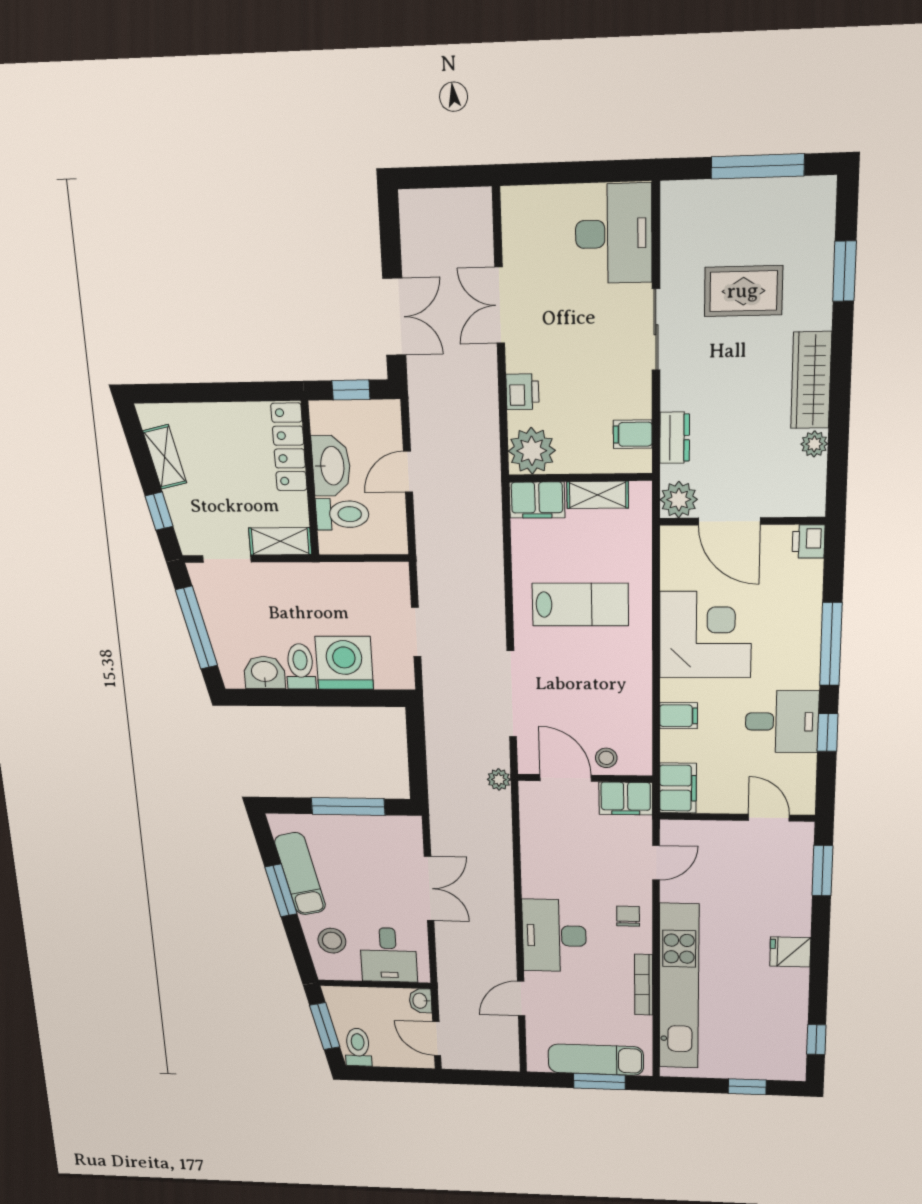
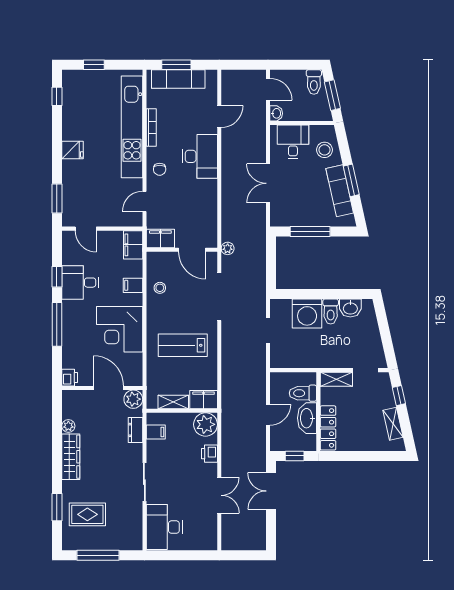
rug: (743, 291) -> (87, 514), moved
window: (197, 628) -> (385, 333), removed
stool: (606, 758) -> (160, 288), moved

